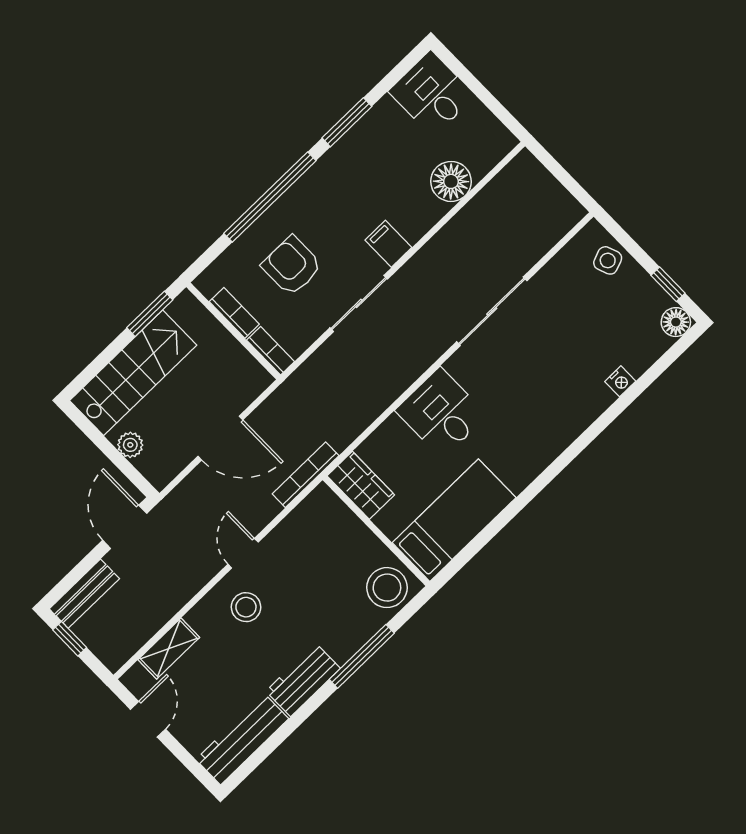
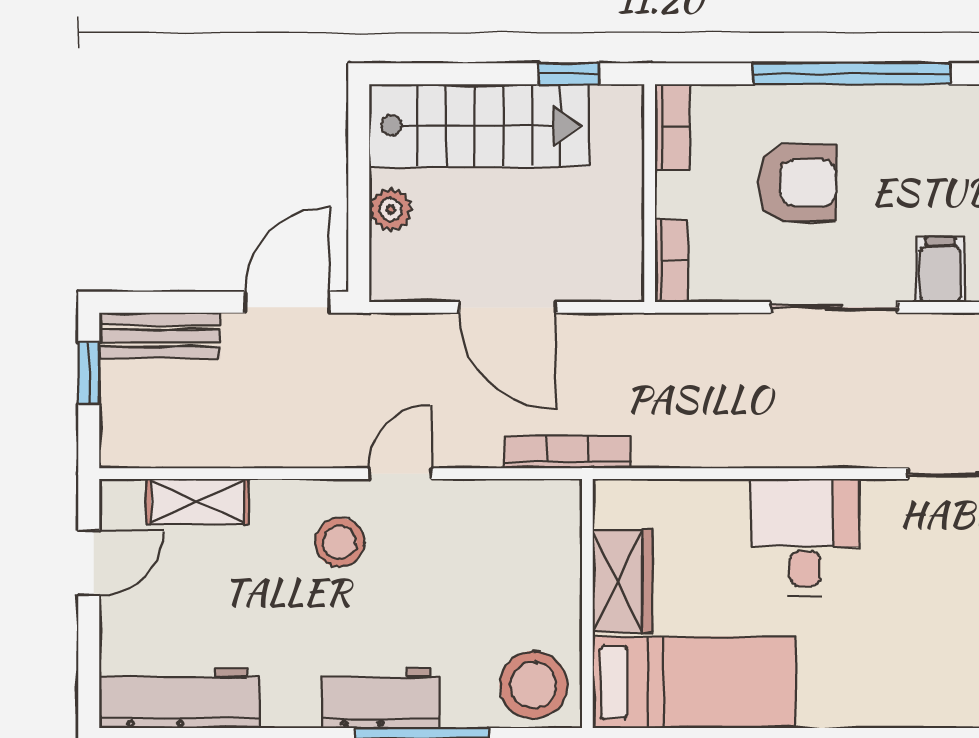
armchair: (292, 266) -> (797, 183), turned 90
bookcase: (234, 313) -> (672, 127), moved
window: (150, 314) -> (569, 74), width x0.67
wardrobe: (361, 485) -> (622, 581), moved
workbench: (303, 680) -> (380, 698), moved

